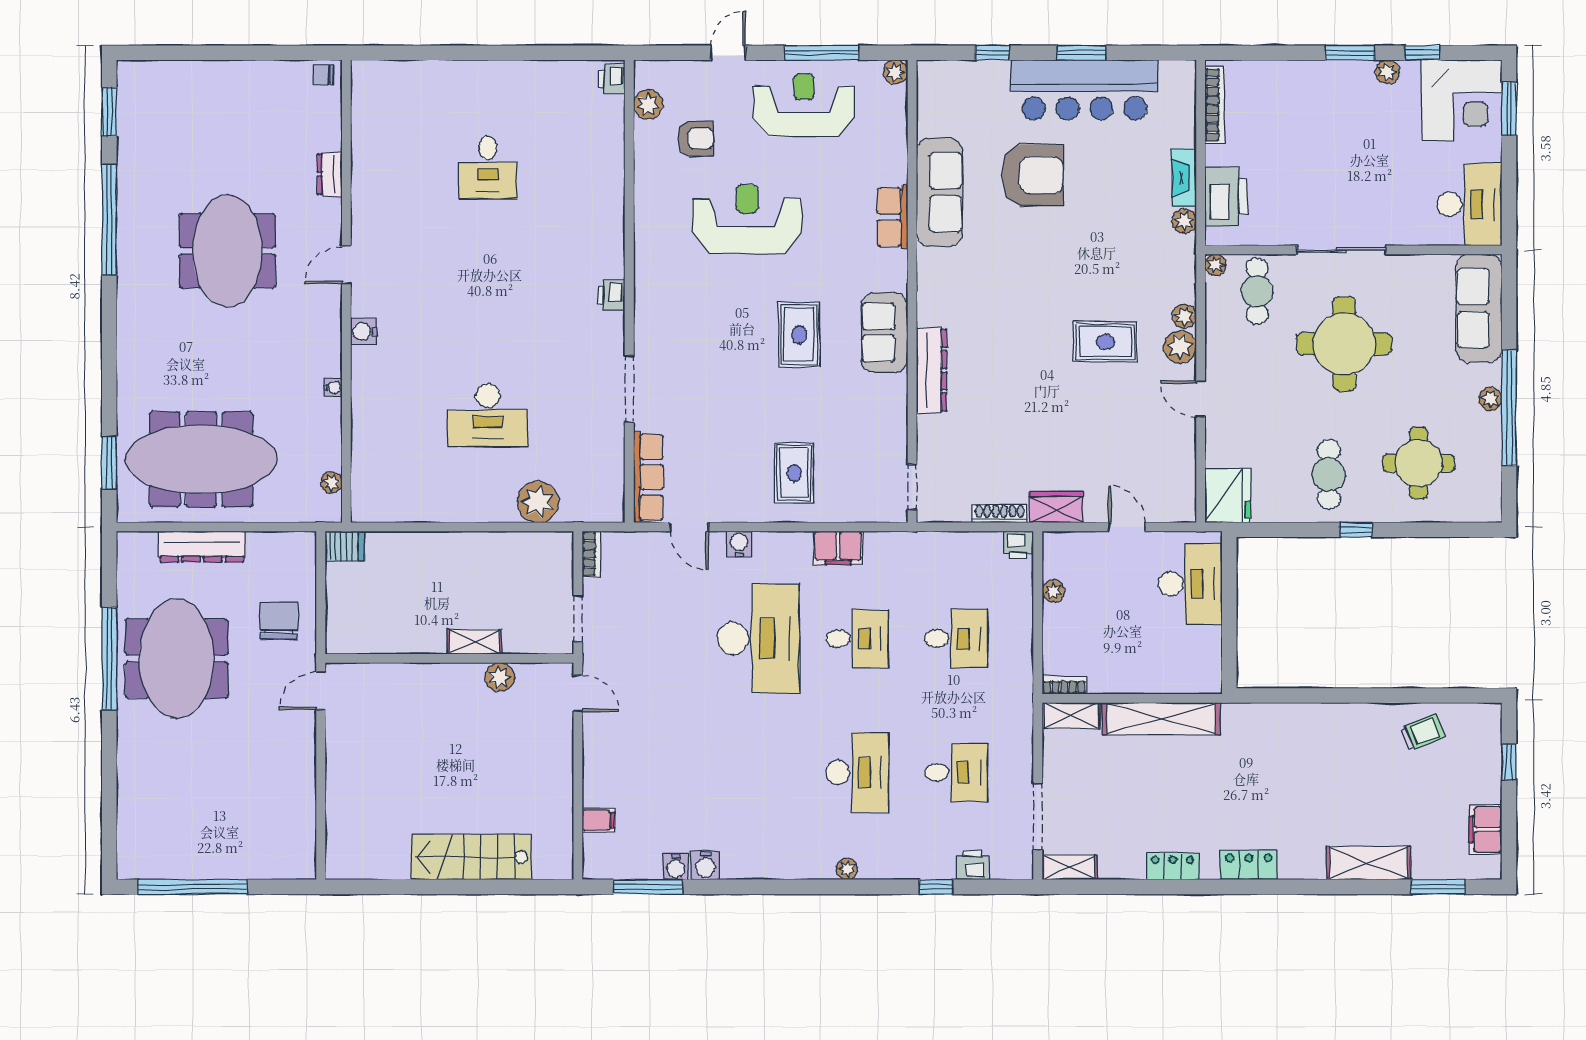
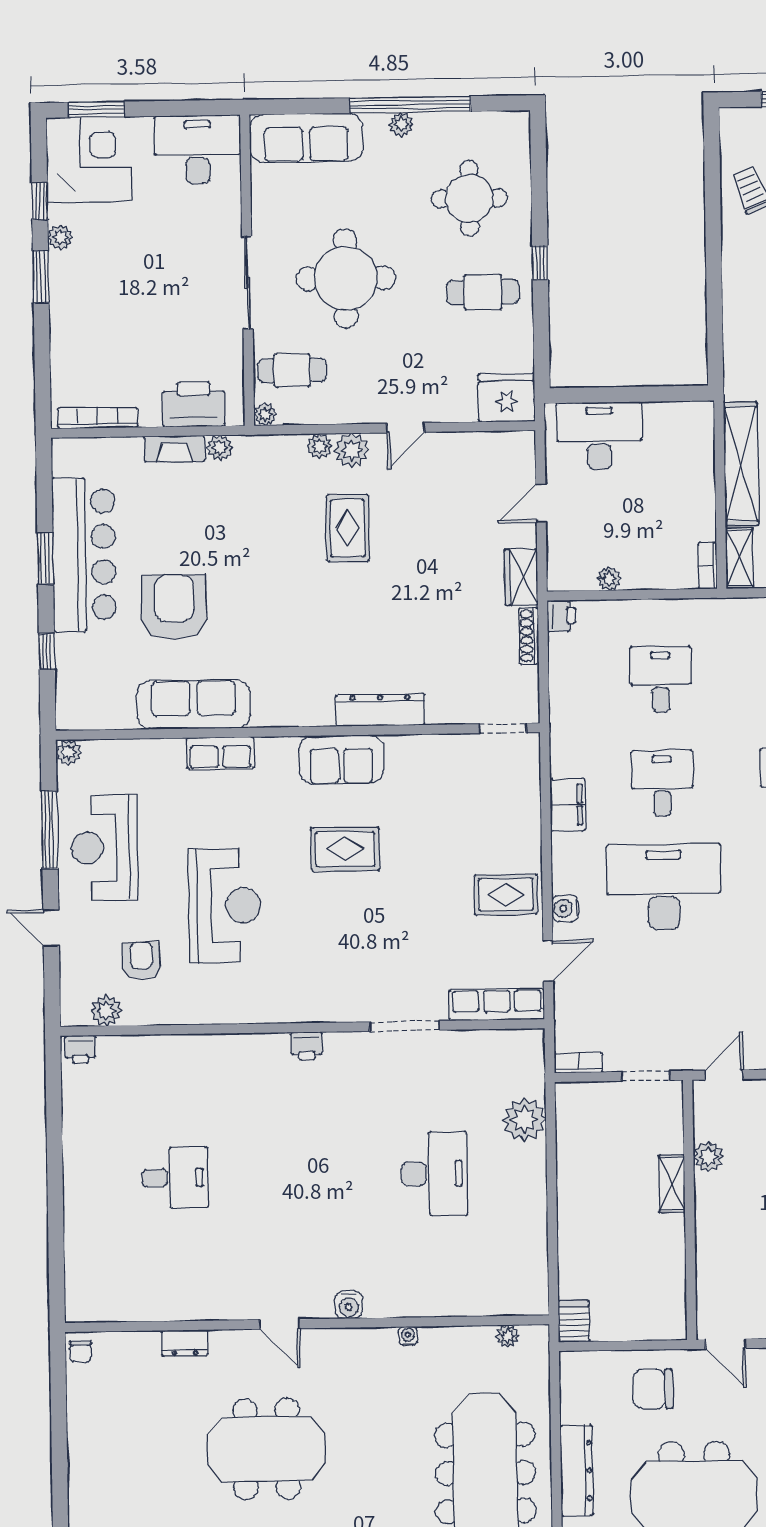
reception desk: (747, 219) -> (225, 905), turned 180
rug: (794, 473) -> (506, 894), moved

